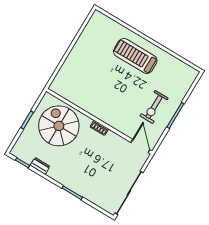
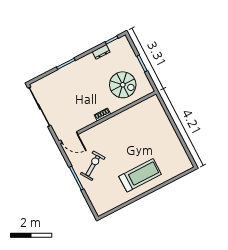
exercise bike: (154, 107) -> (93, 166), turned 57
spiral stairs: (59, 126) -> (123, 85), width x0.73, depth x0.73

